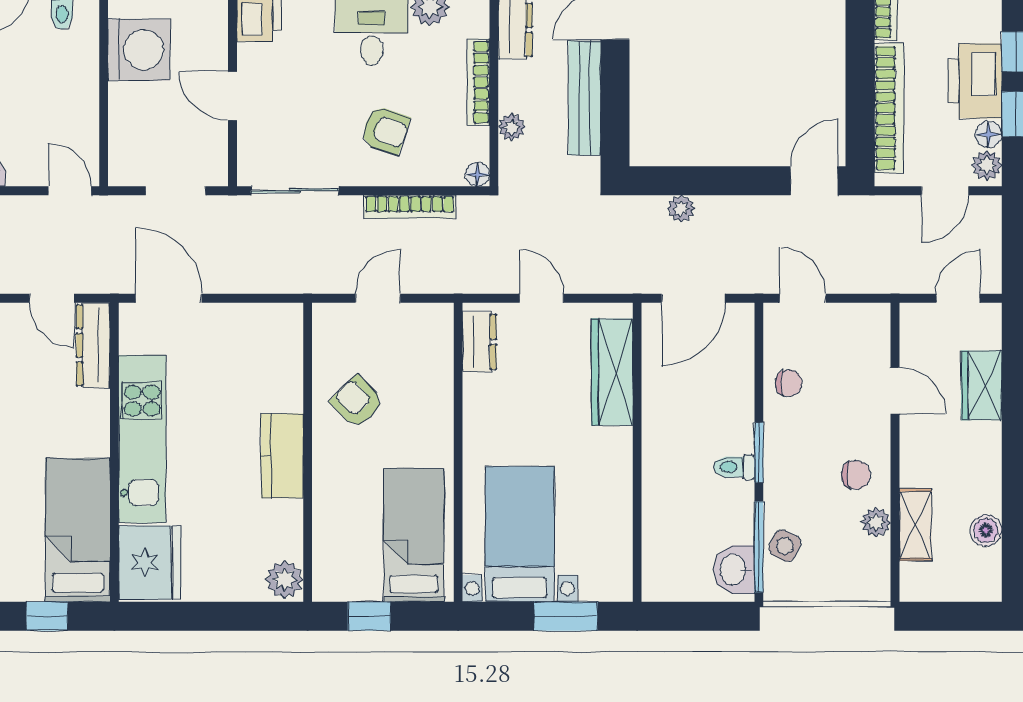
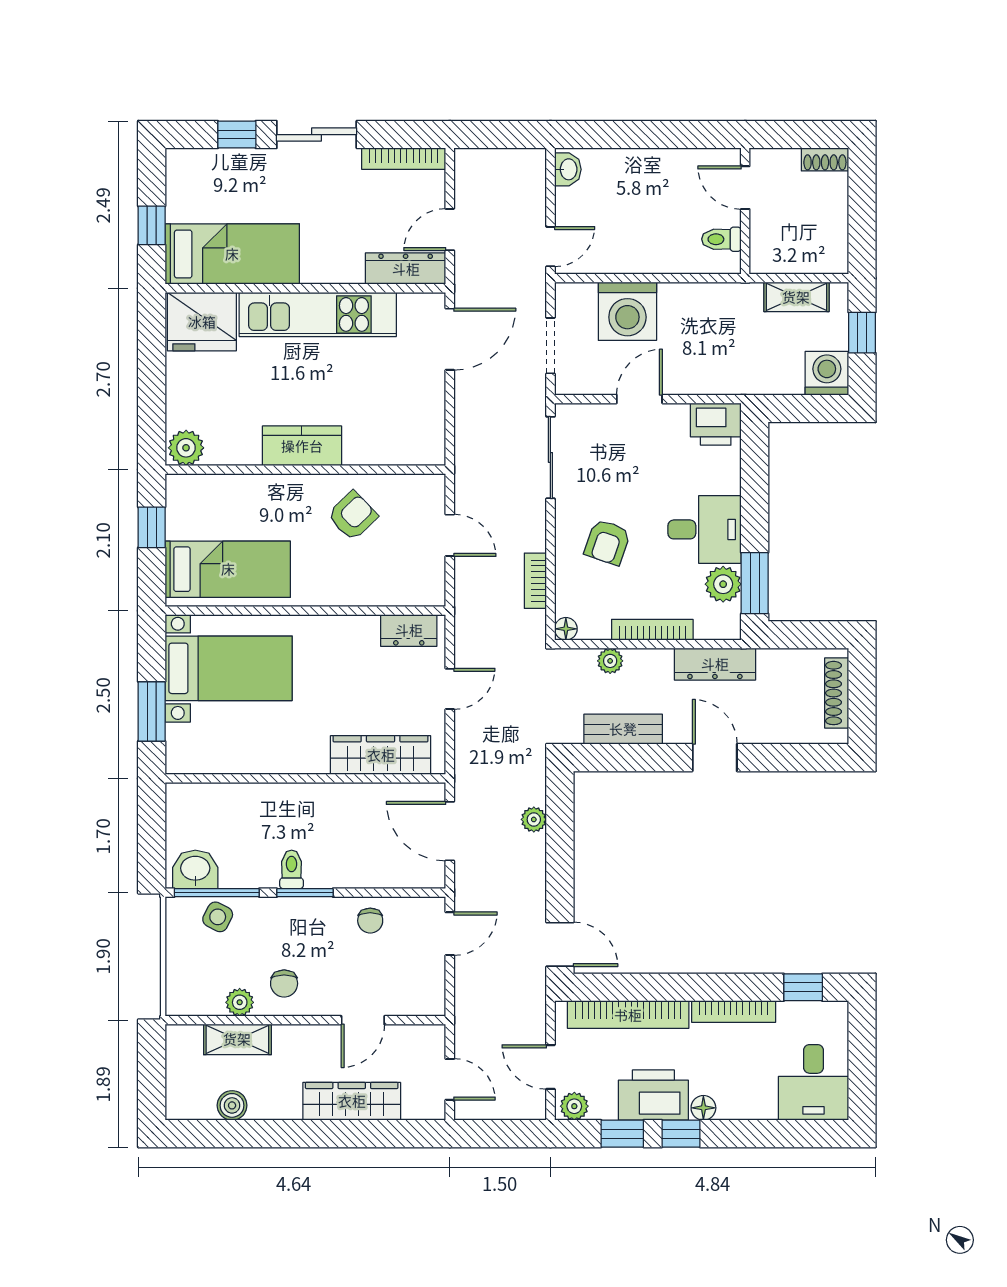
washing machine: (139, 50) -> (627, 311), moved
bench: (585, 98) -> (623, 729), width x0.73
floor lamp: (989, 134) -> (703, 1108), moved
bookcase: (410, 207) -> (535, 581), width x0.64
wardrobe: (982, 385) -> (352, 1101), width x1.50

